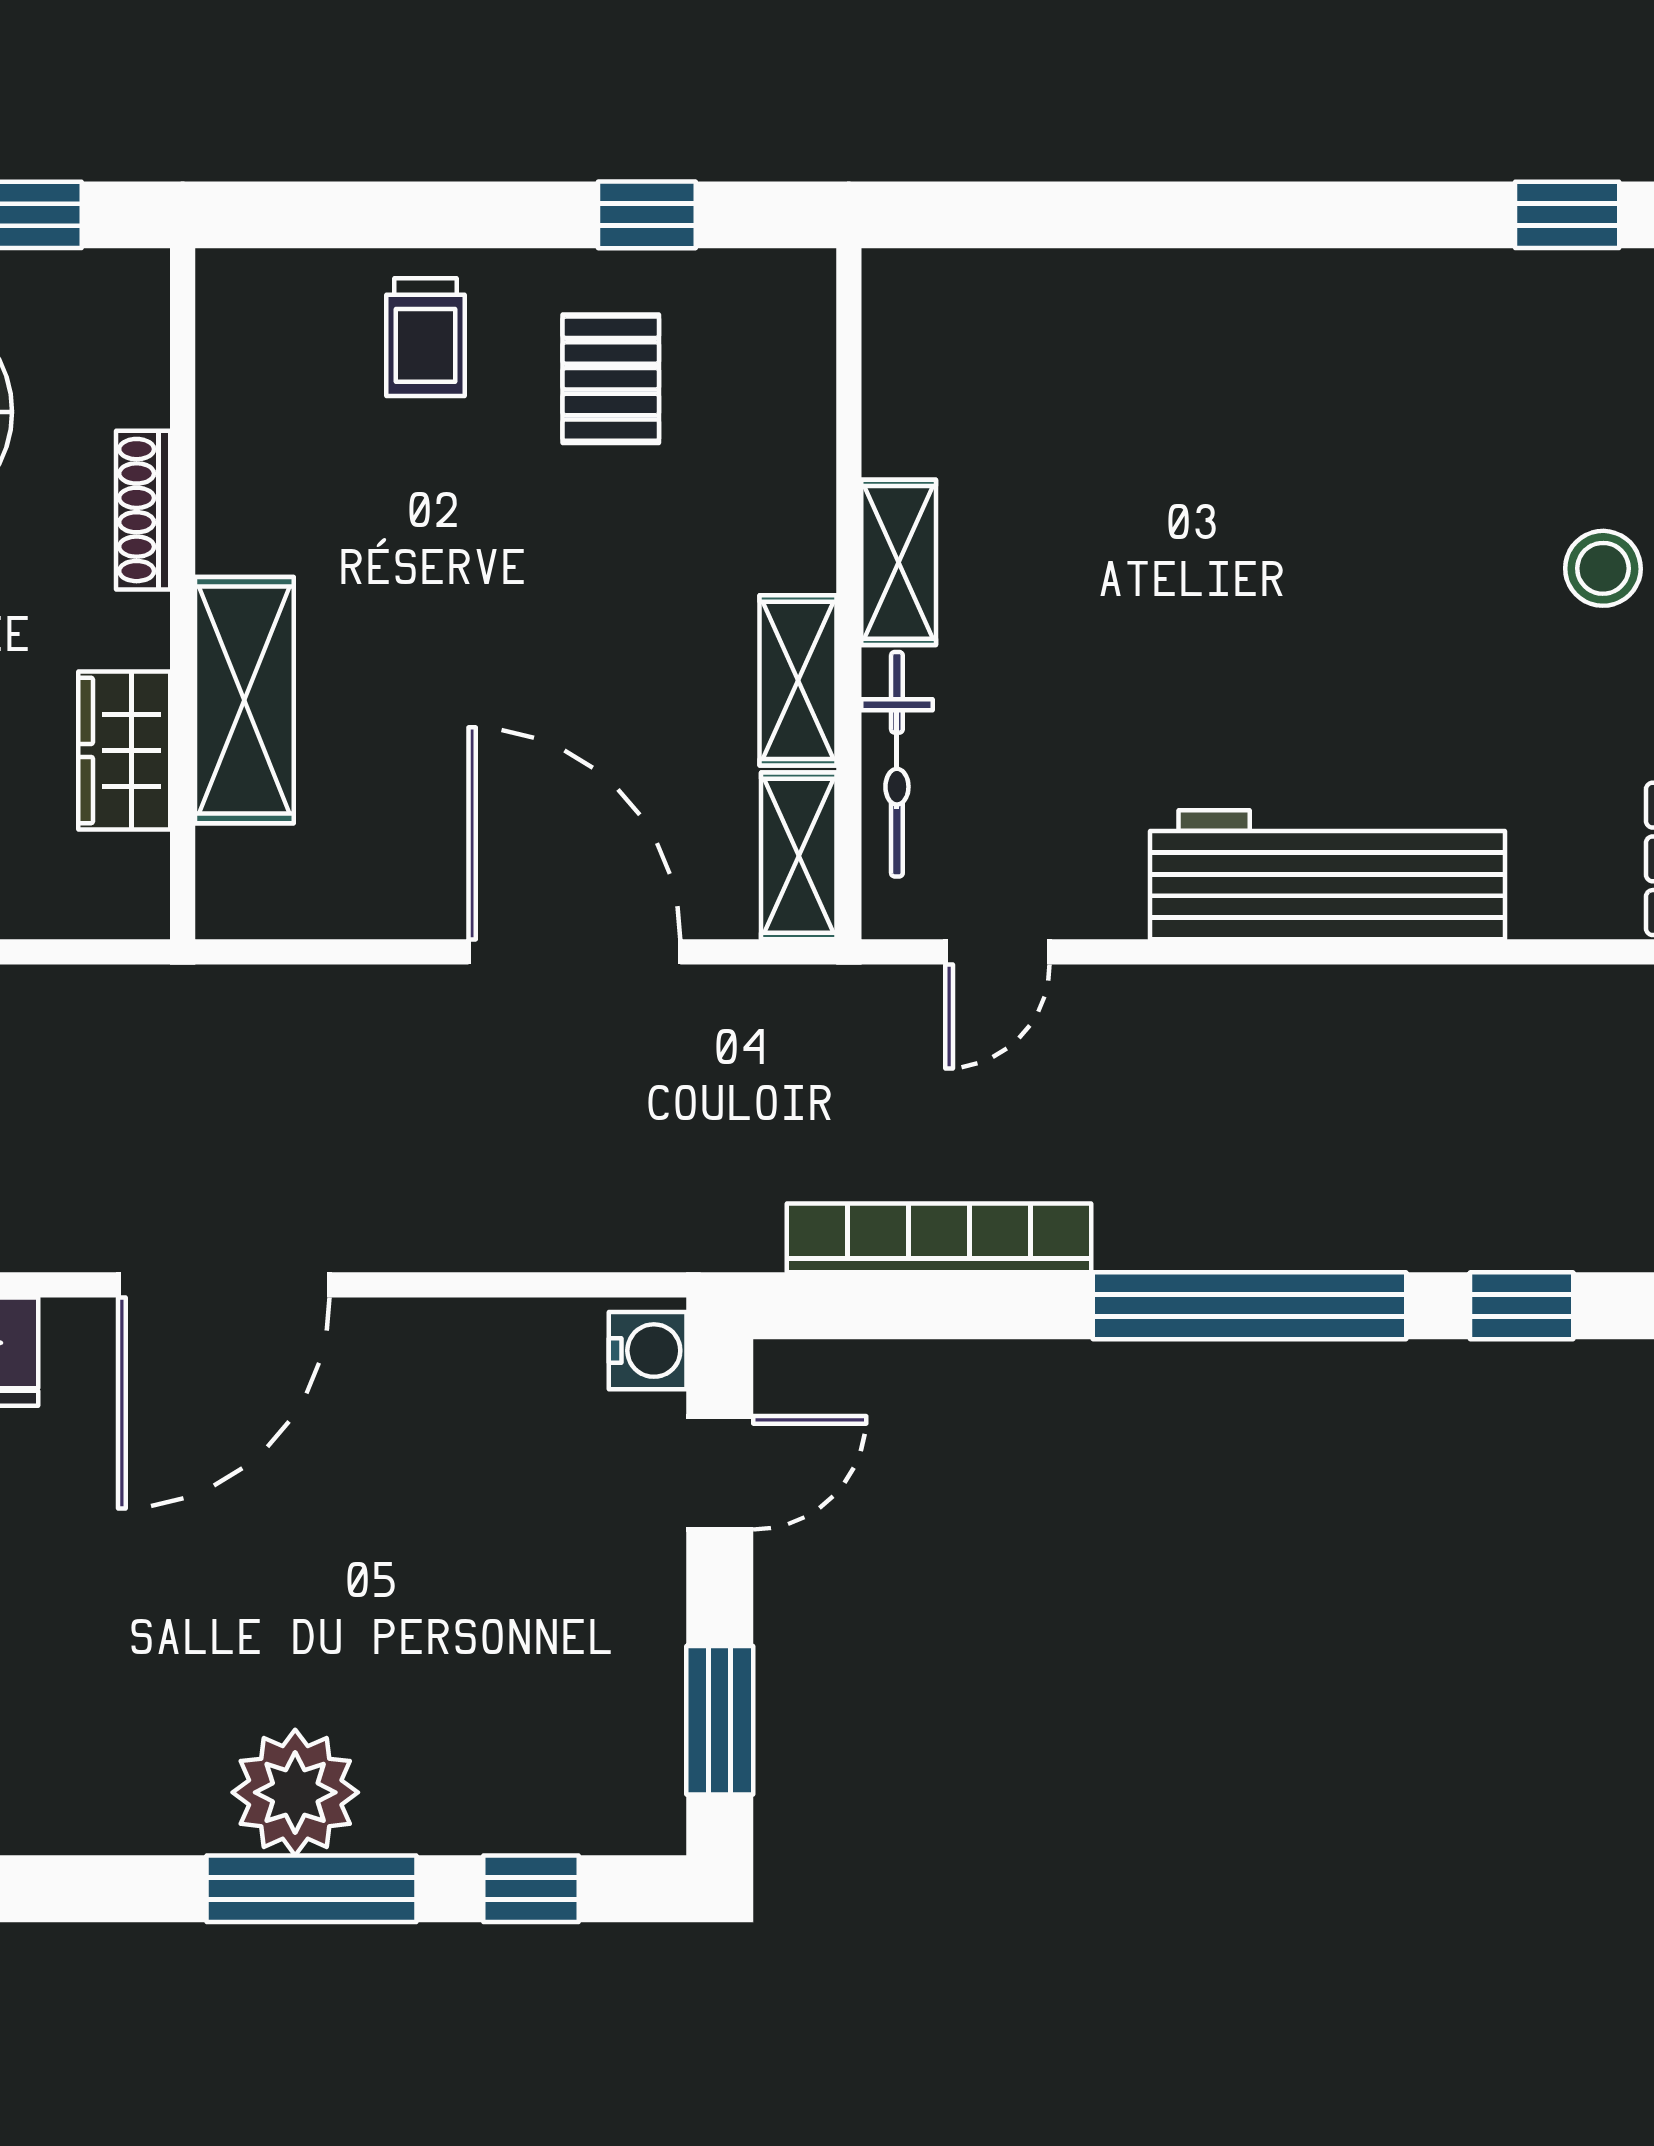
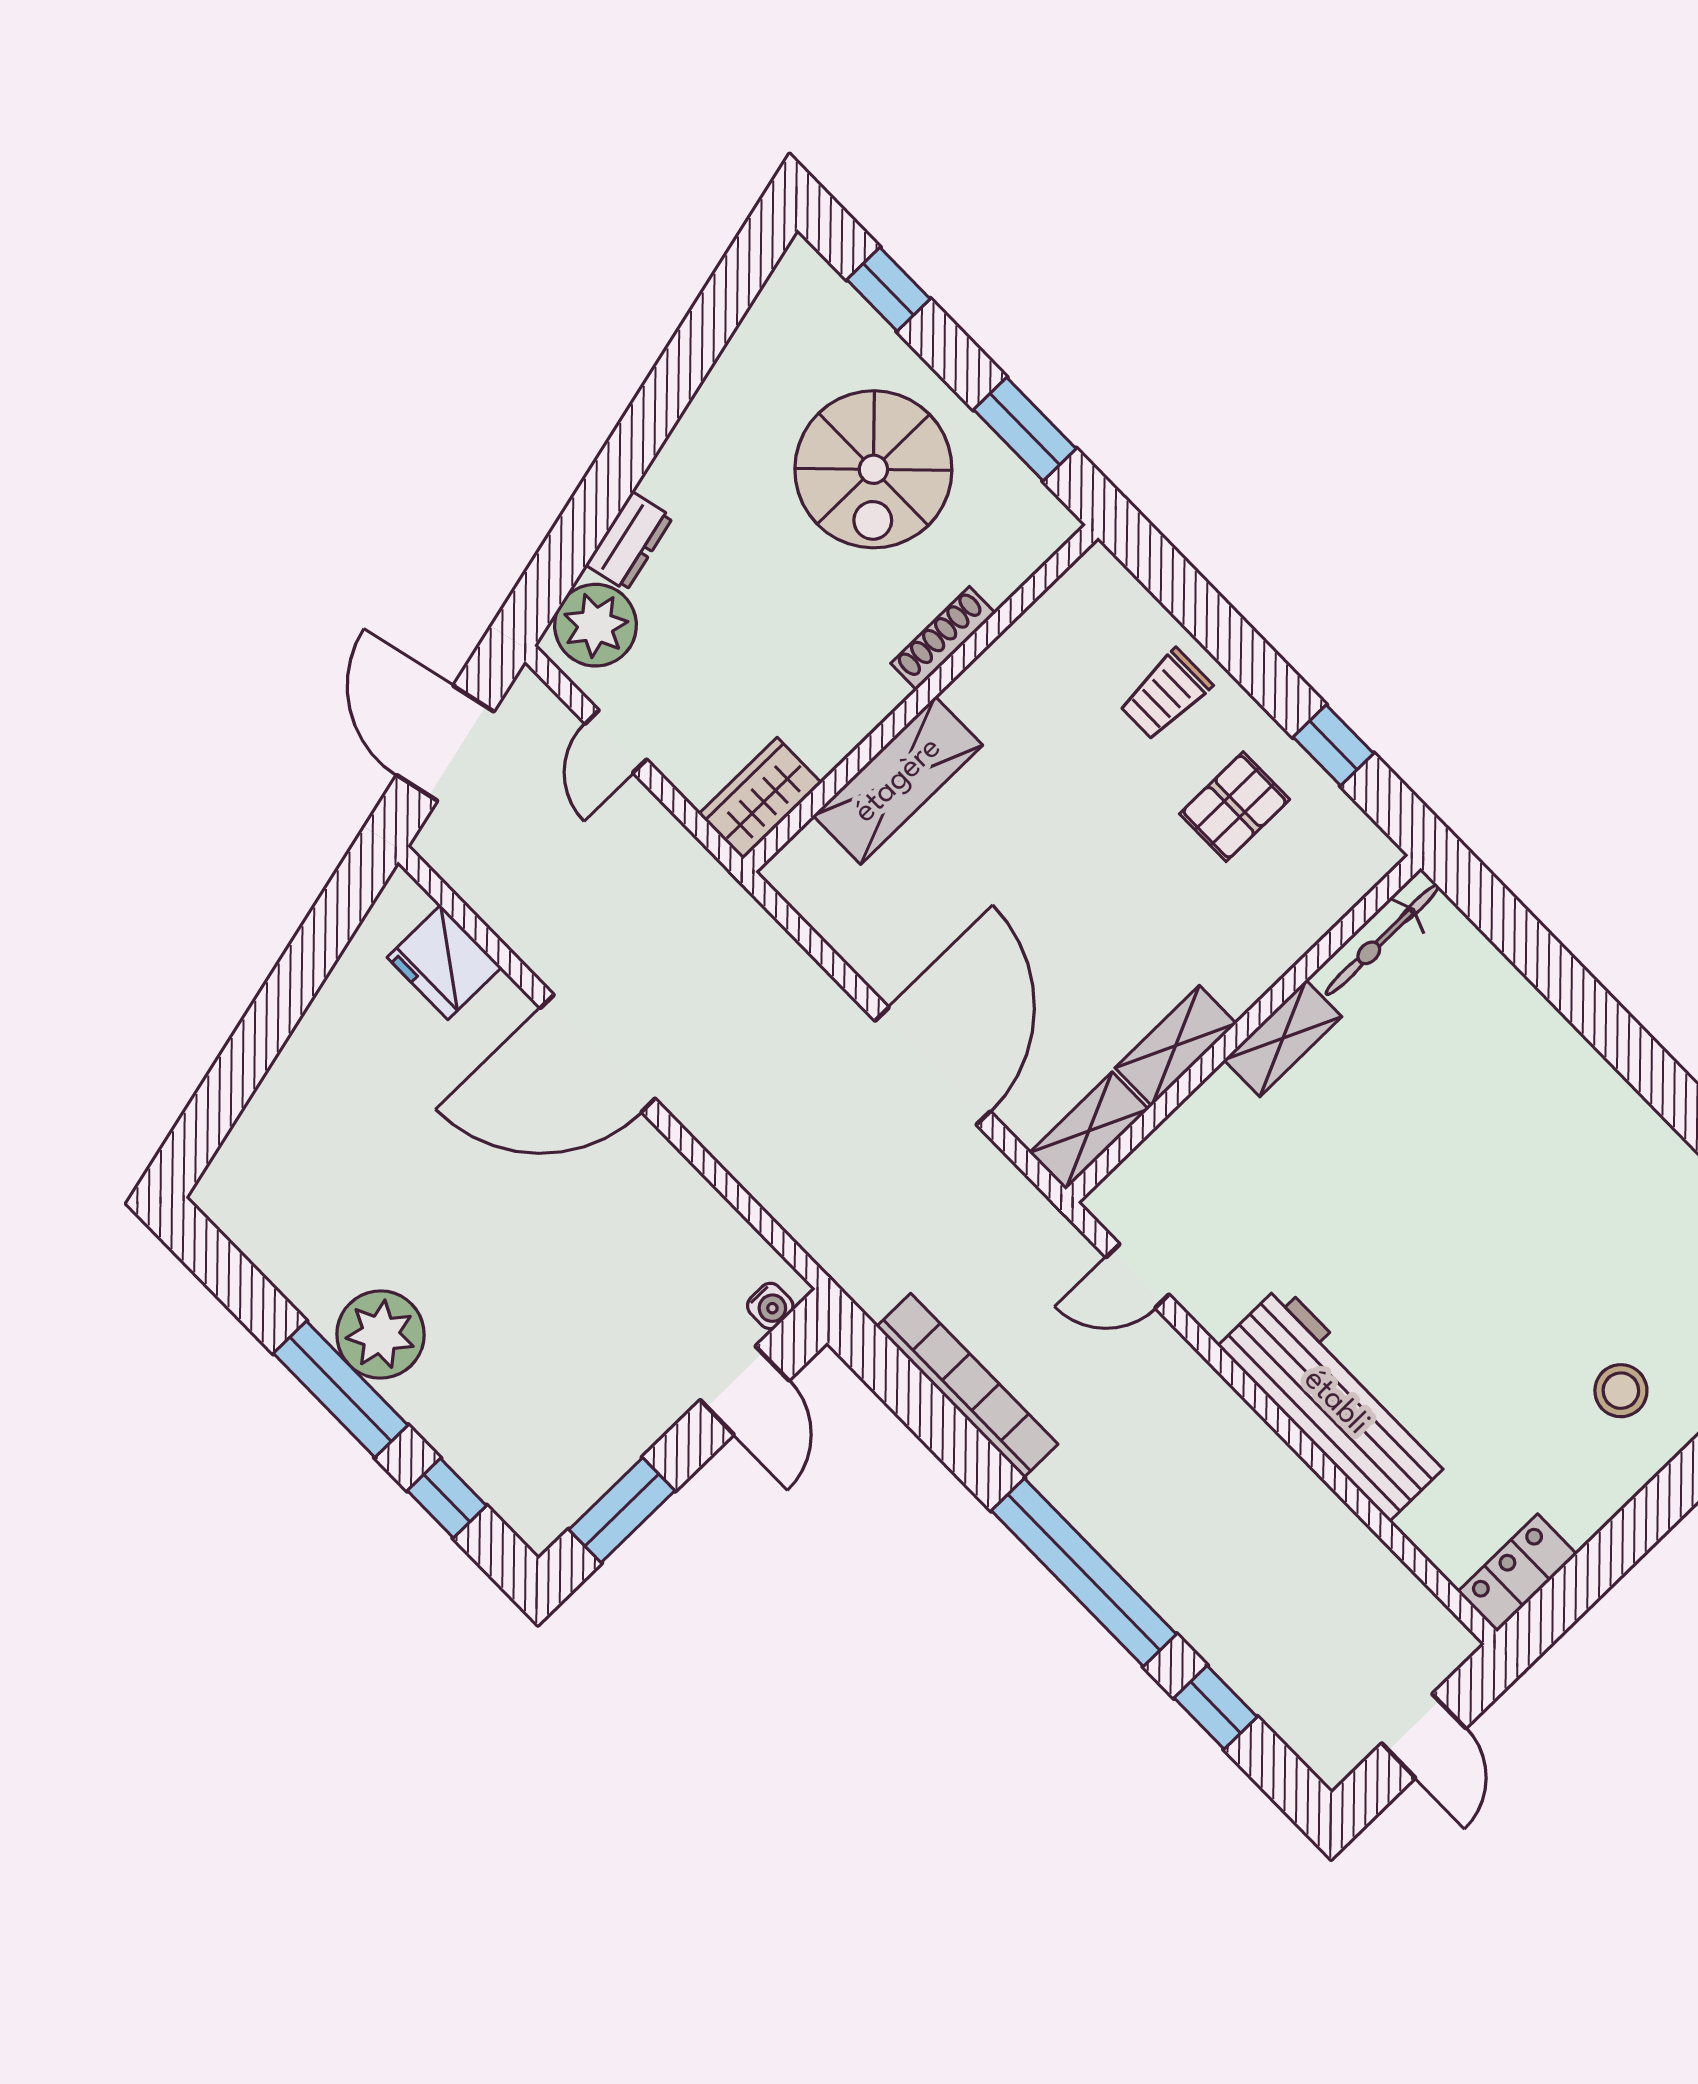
wardrobe: (124, 750) -> (760, 798), moved
bicycle: (897, 764) -> (1382, 940), moved
water cooler: (648, 1351) -> (770, 1306), width x0.72, depth x0.72
door: (720, 1473) -> (745, 1390), hinge flipped

